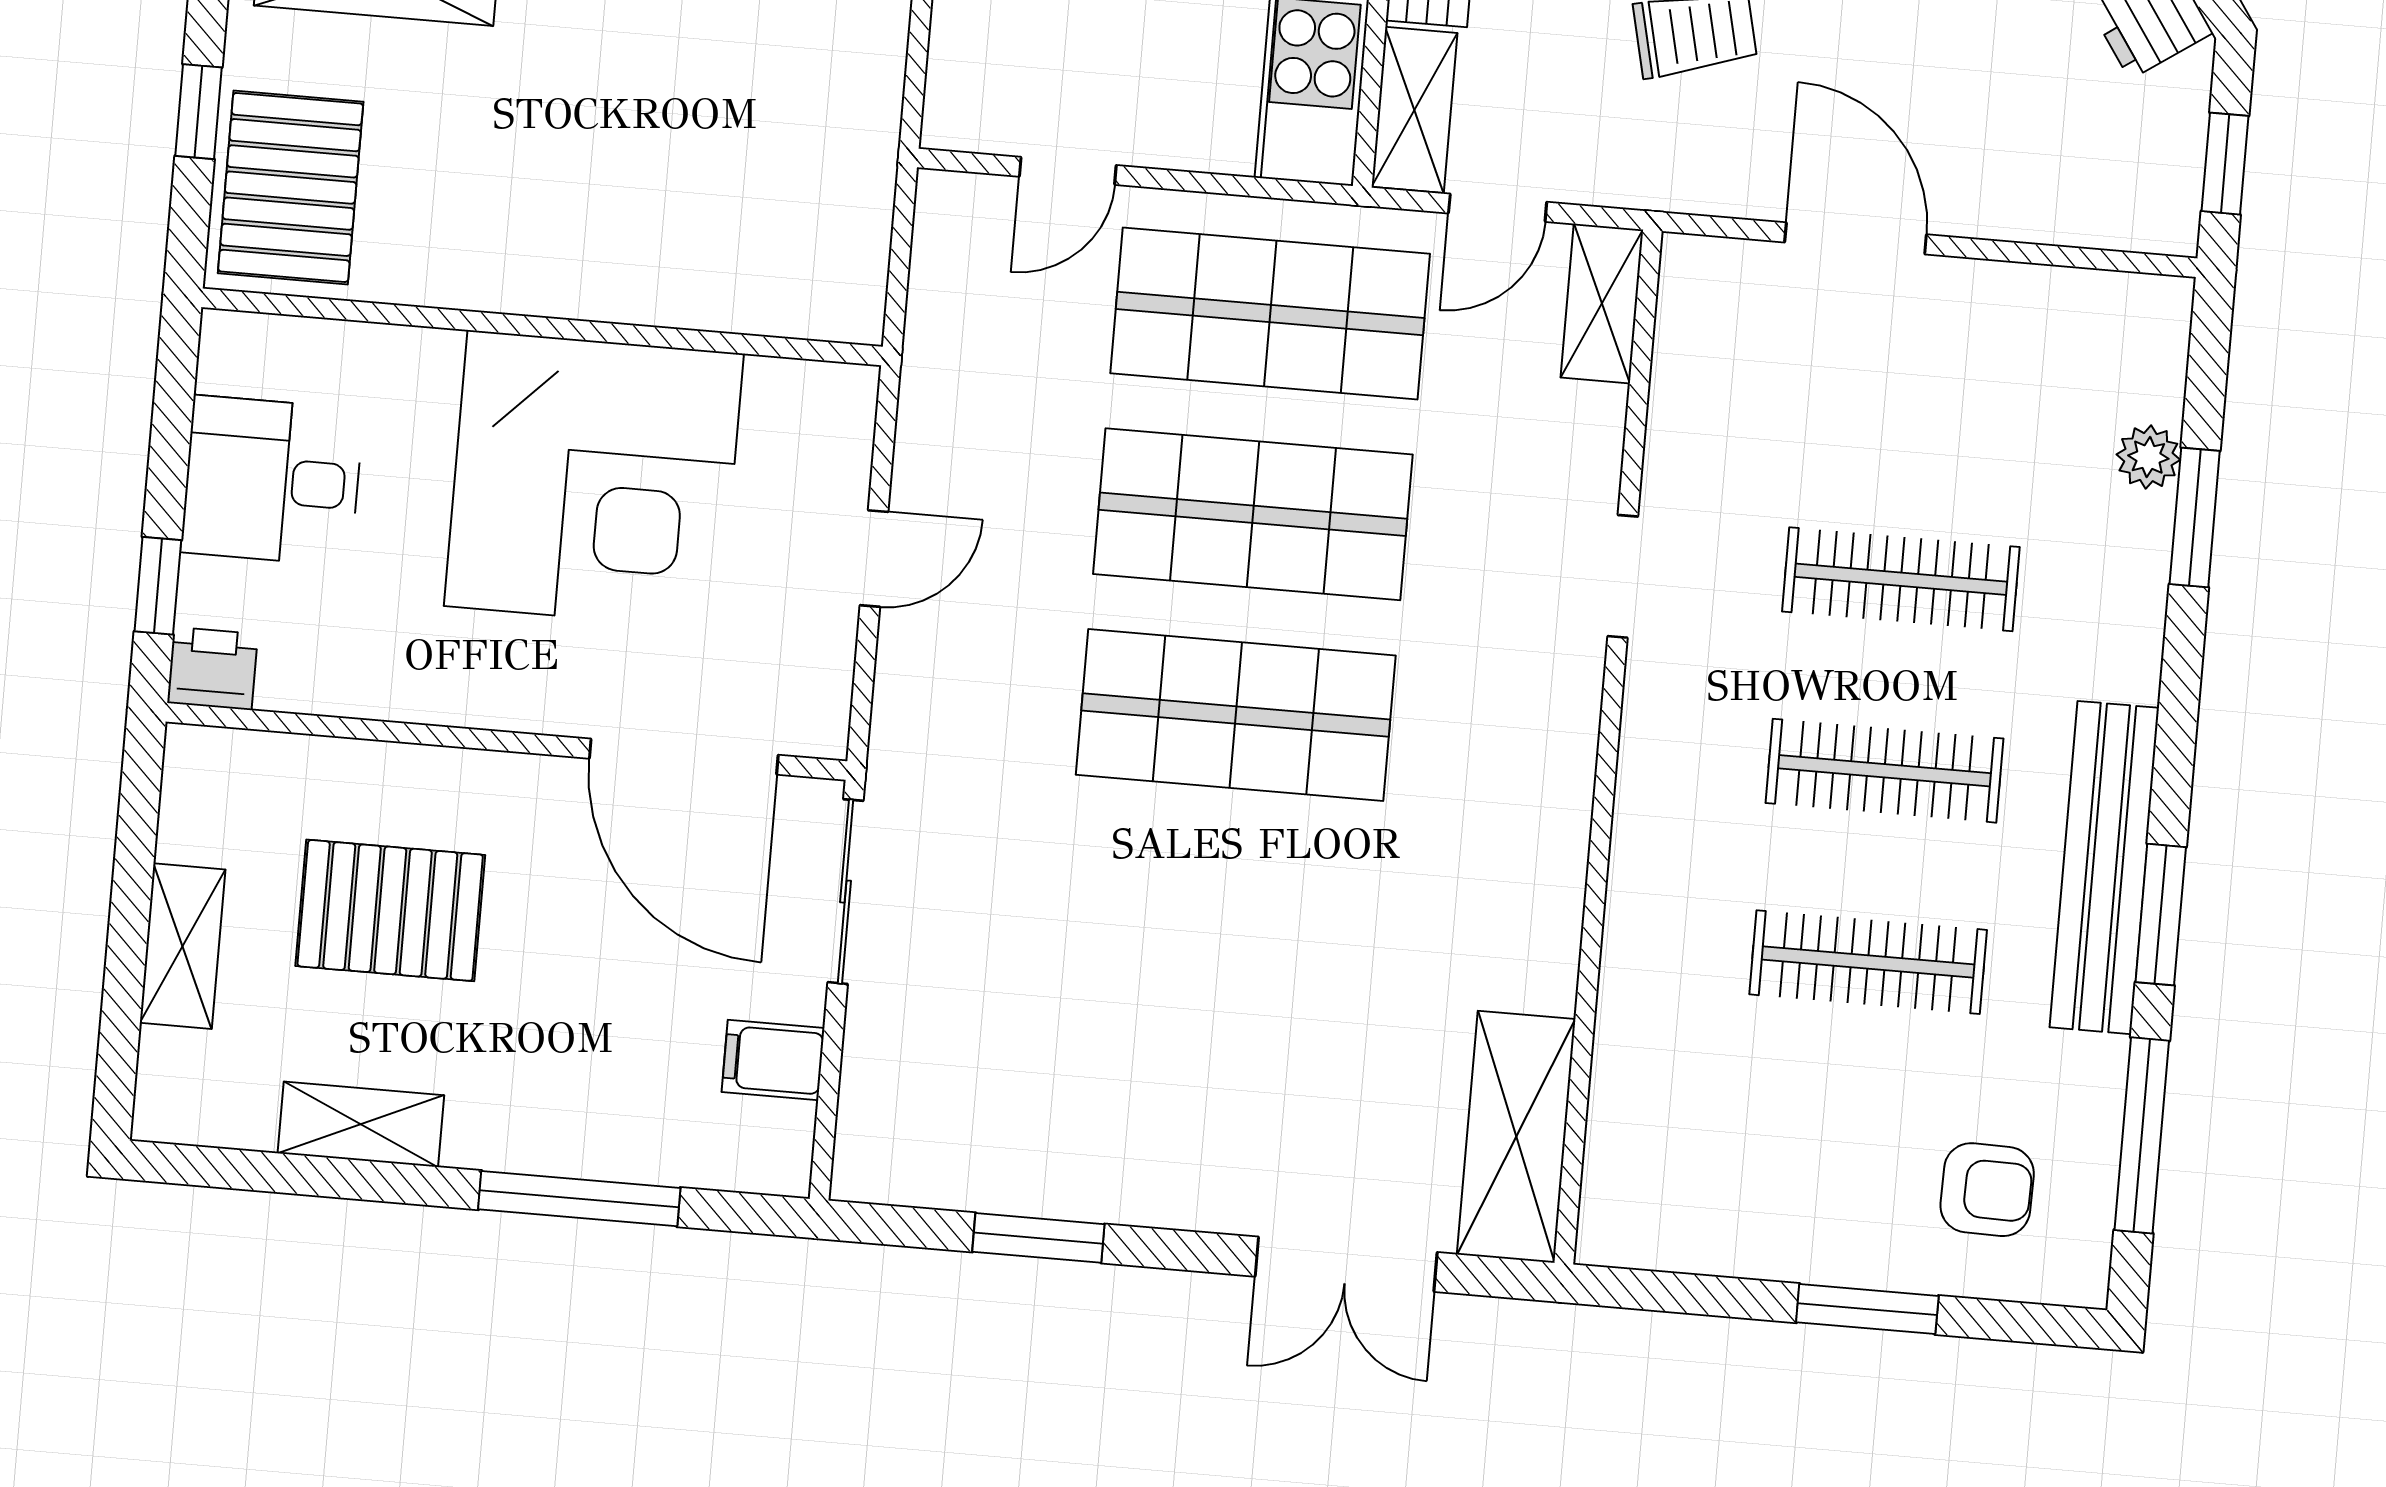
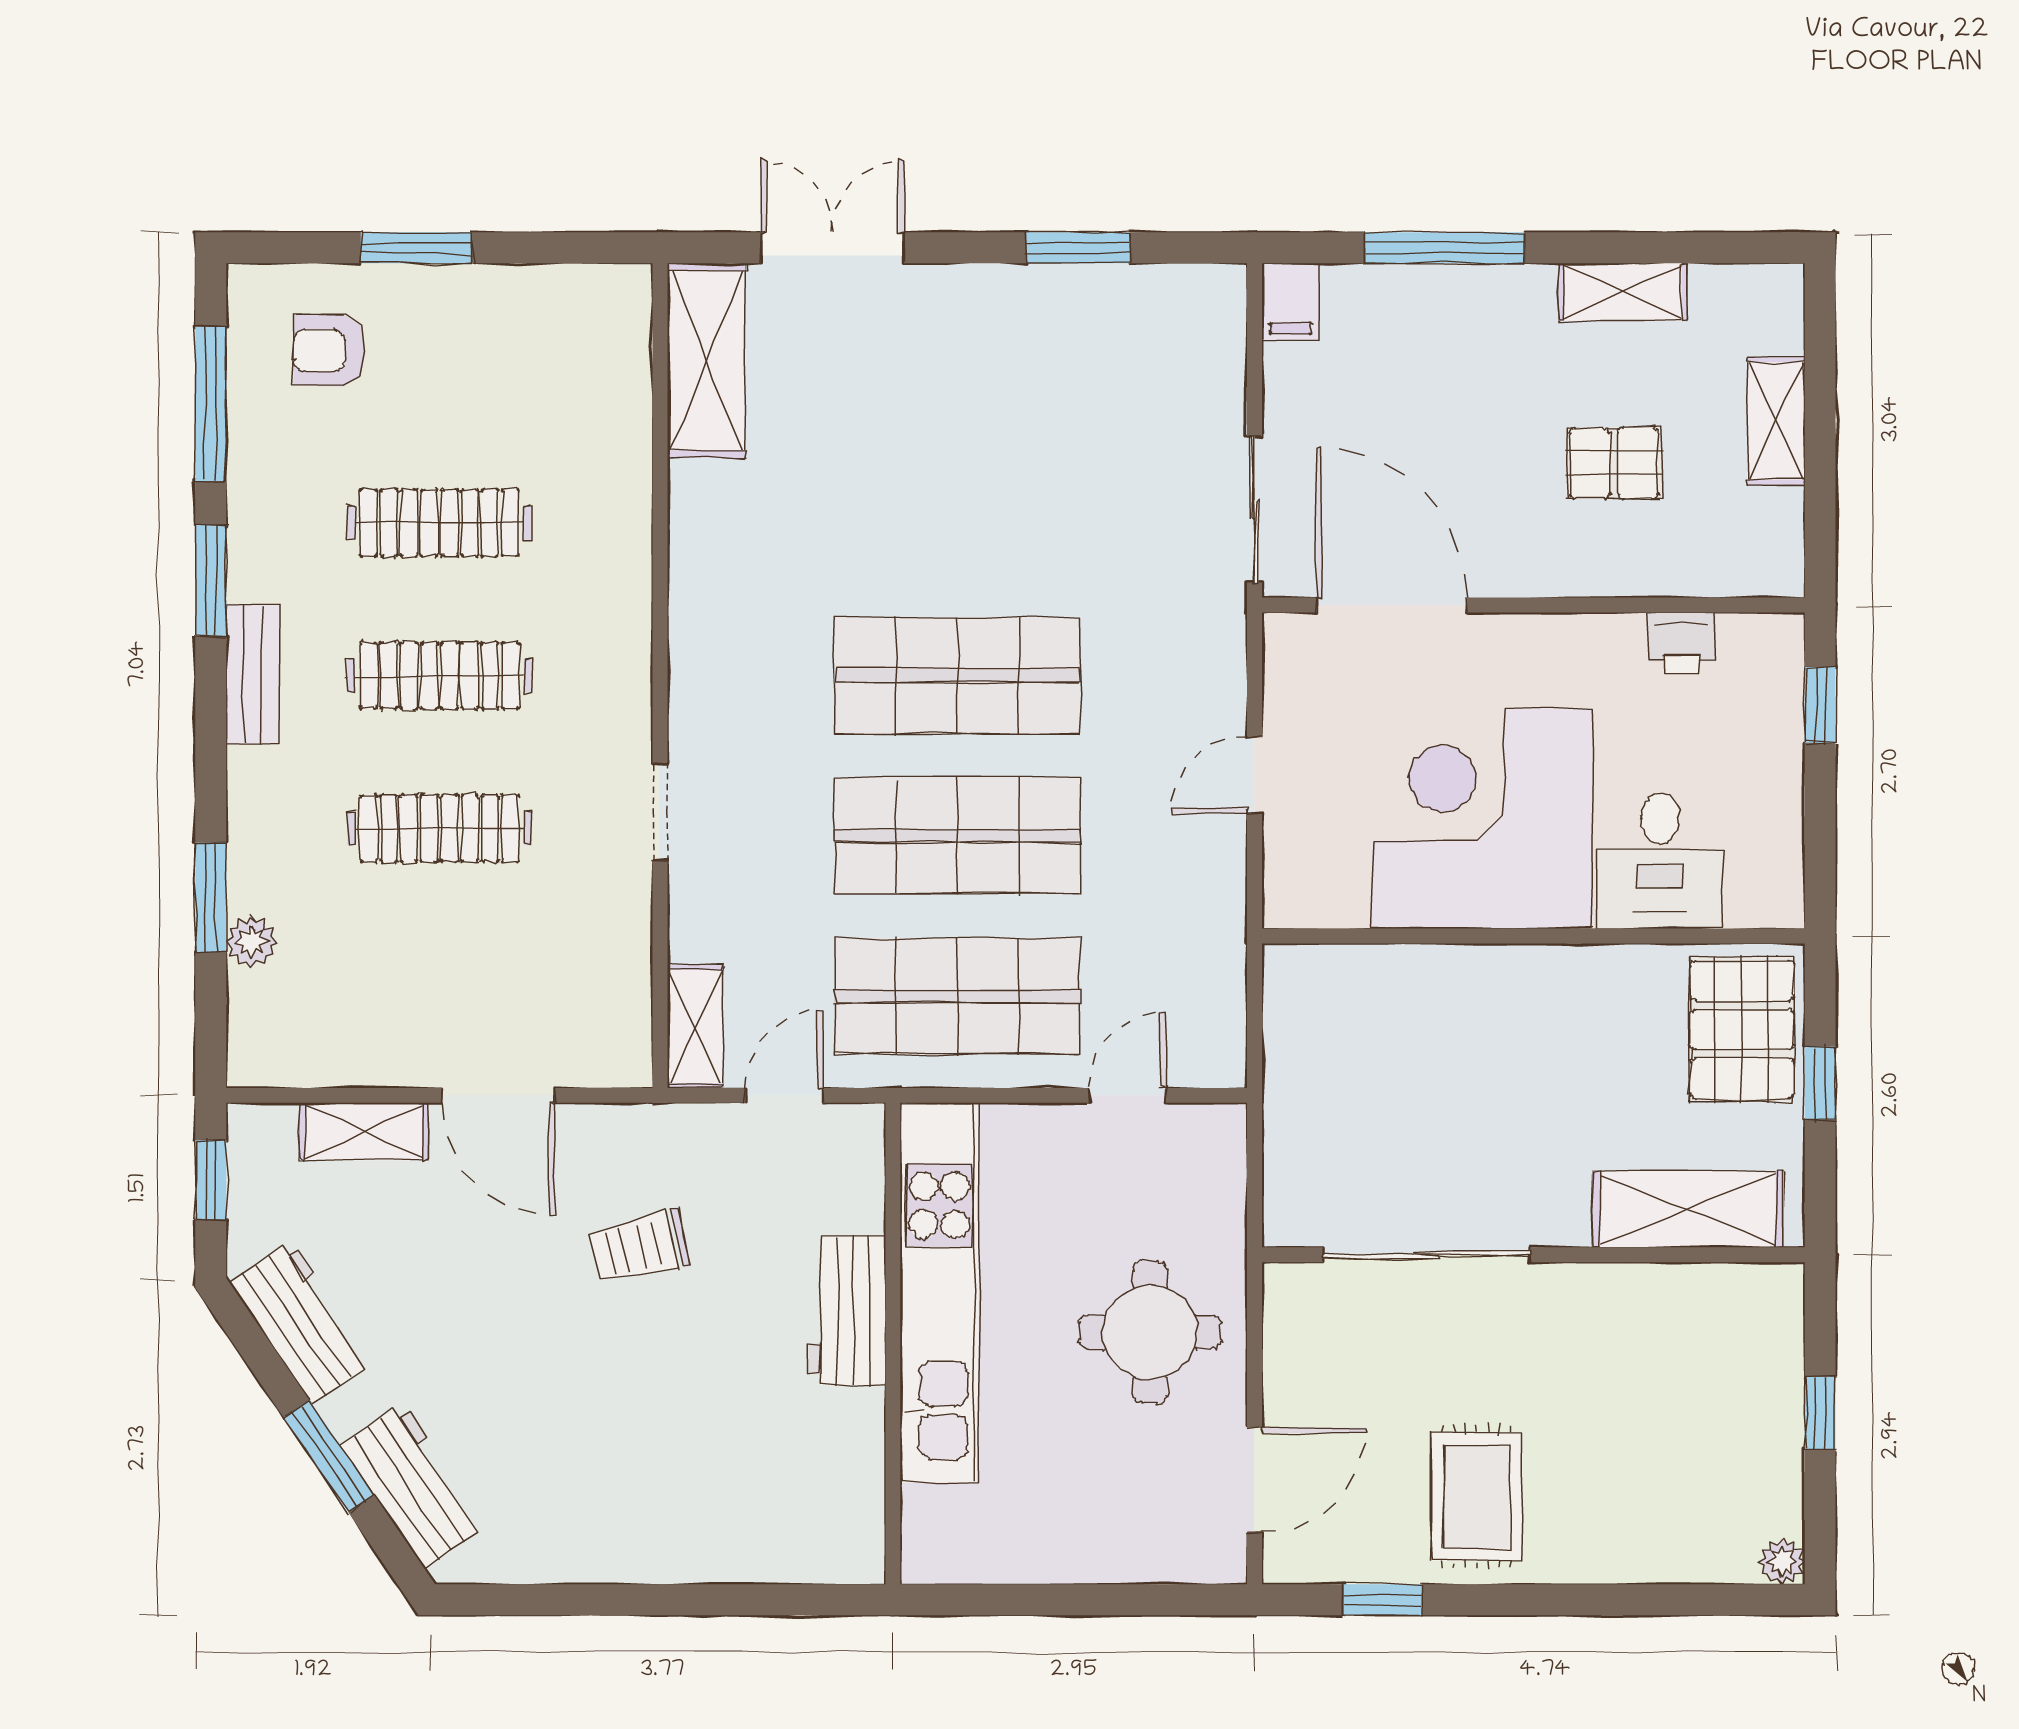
shelving: (1414, 110) -> (364, 1132), moved, turned 90
desk: (272, 481) -> (1660, 861), moved, turned 90
printer: (213, 668) -> (1682, 643), moved
bench: (2104, 868) -> (253, 674), width x0.54, depth x0.82
pallet: (390, 910) -> (1614, 463), width x0.67, depth x0.71
filing cabinet: (773, 1060) -> (1291, 302), moved, turned 90

